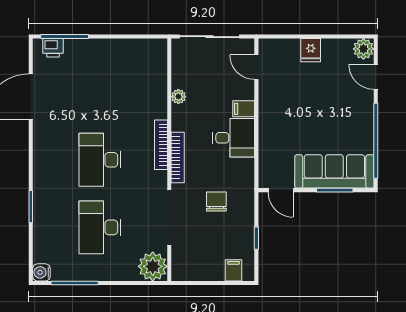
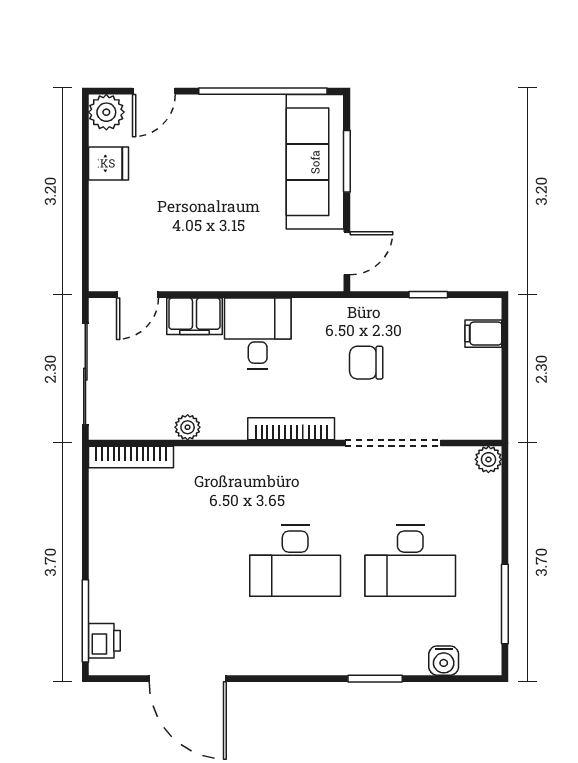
fridge: (311, 50) -> (108, 163), moved
filing cabinet: (244, 109) -> (194, 316), width x2.00
bookcase: (161, 145) -> (131, 457), moved
plant: (153, 266) -> (488, 459), width x0.53, depth x0.53
water cooler: (41, 272) -> (444, 661), moved

